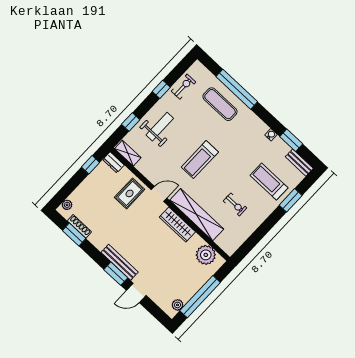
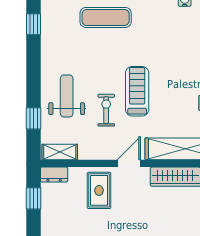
exercise bike: (184, 87) -> (106, 110), moved
window: (161, 89) -> (34, 24), moved
treadmill: (200, 160) -> (137, 91), turned 180

